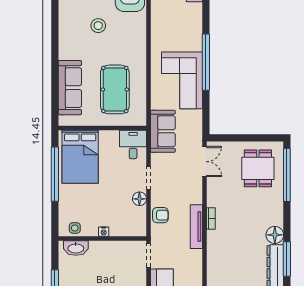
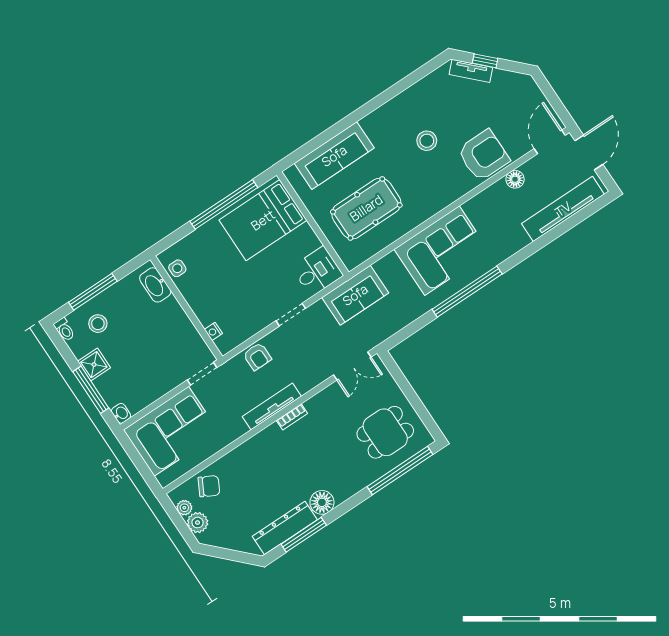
corner sofa: (182, 80) -> (442, 251), moved, turned 180
floor lamp: (139, 199) -> (260, 320), removed
nightstand: (104, 232) -> (213, 331), moved

